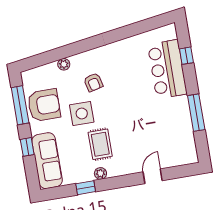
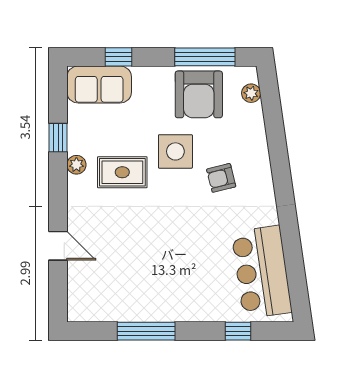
plant: (64, 64) -> (251, 93), moved
bar counter: (167, 69) -> (262, 272), moved, turned -98
window: (27, 147) -> (118, 57), moved
sofa: (47, 161) -> (99, 84), width x0.73

